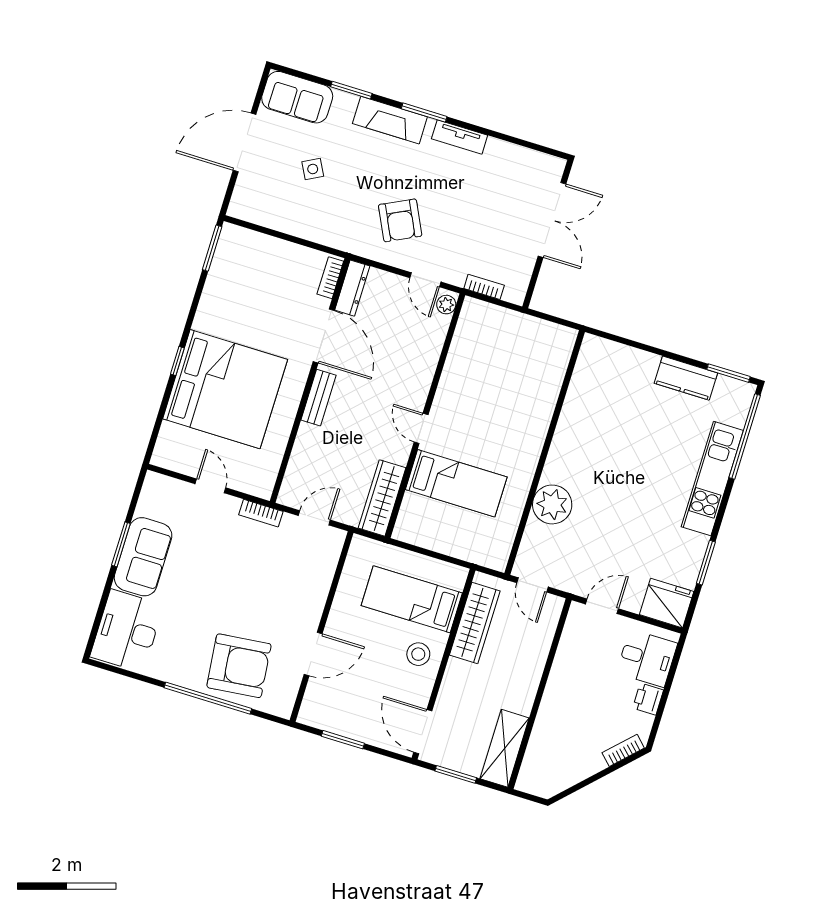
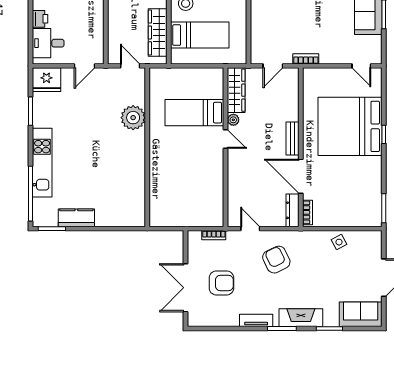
side table: (313, 169) -> (339, 242), moved
armchair: (495, 210) -> (221, 283), added
plant: (446, 305) -> (233, 120), moved
door: (210, 486) -> (361, 66), moved

